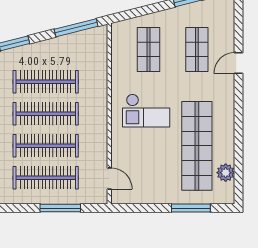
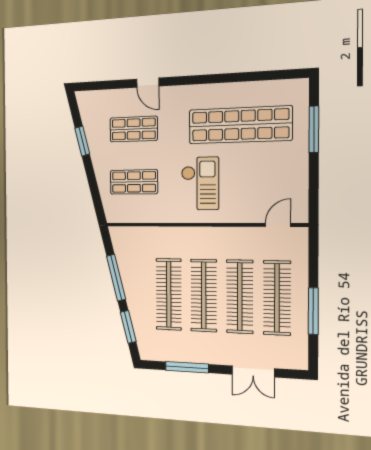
window: (76, 28) -> (116, 278), moved
plant: (226, 173) -> (271, 90), removed
window: (60, 208) -> (313, 311), moved

